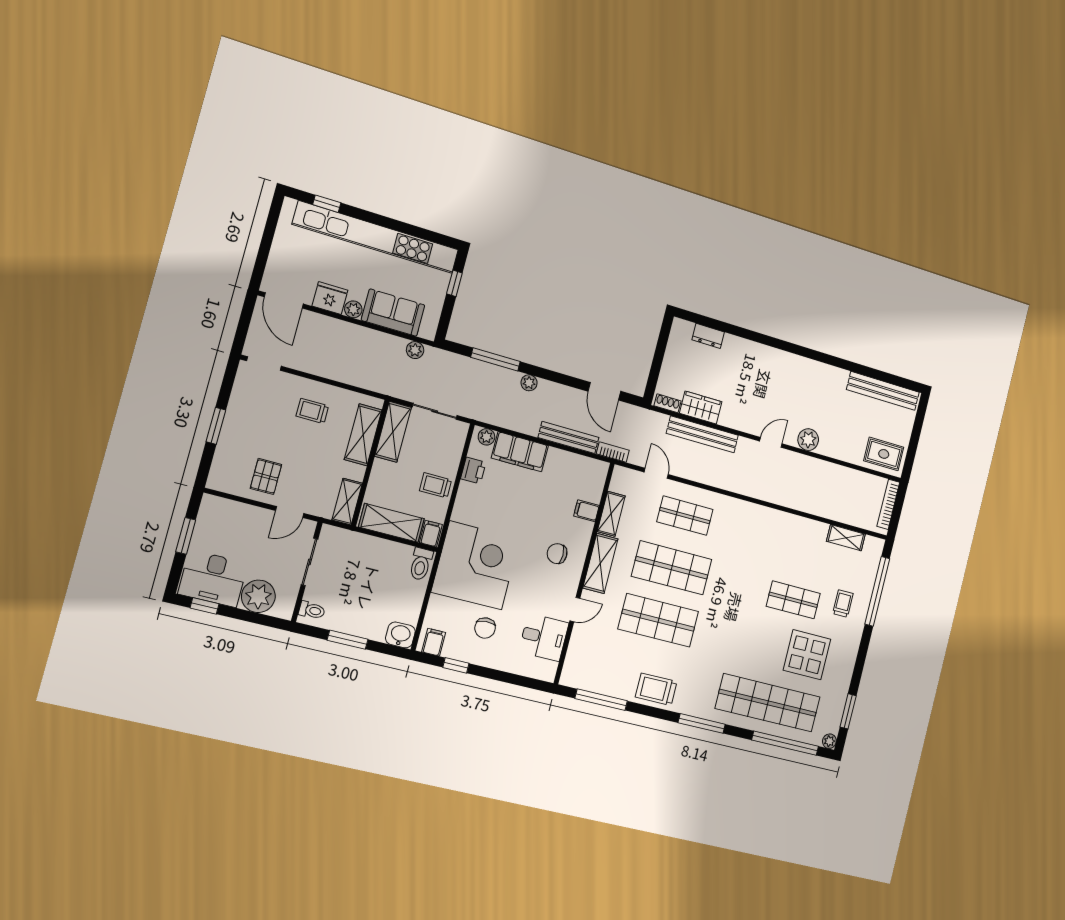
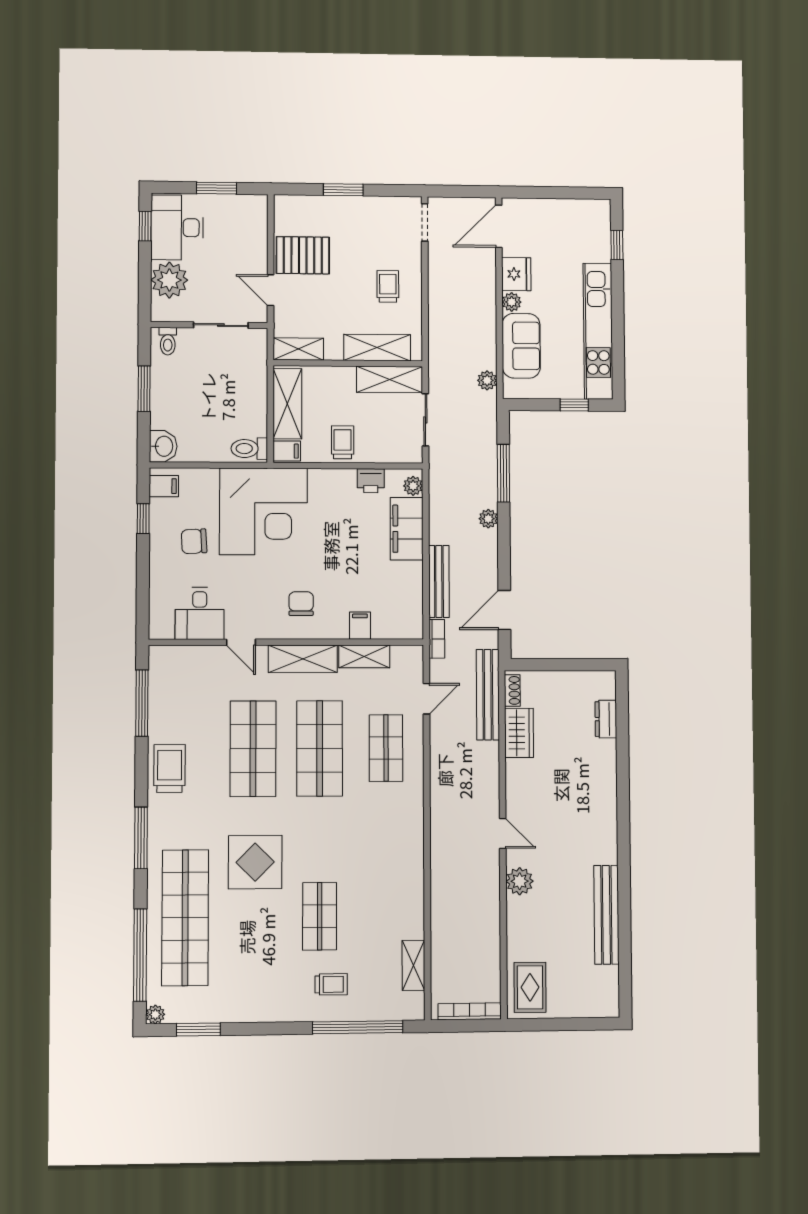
kitchen unit: (376, 237) -> (598, 331), width x0.73
bench: (883, 391) -> (606, 915), moved
bench: (702, 434) -> (488, 695), moved
pallet: (266, 476) -> (303, 255), width x1.50, depth x1.42
display table: (807, 655) -> (255, 862), moved

